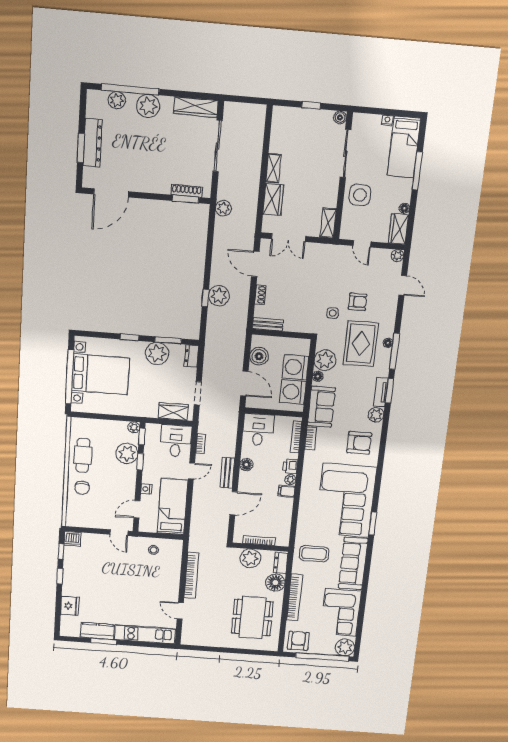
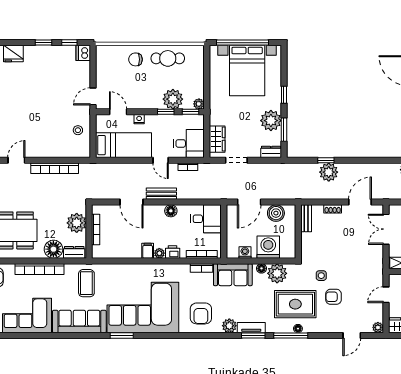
armchair: (358, 302) -> (333, 297), turned 90
washing machine: (293, 392) -> (245, 252), width x0.53, depth x0.53

